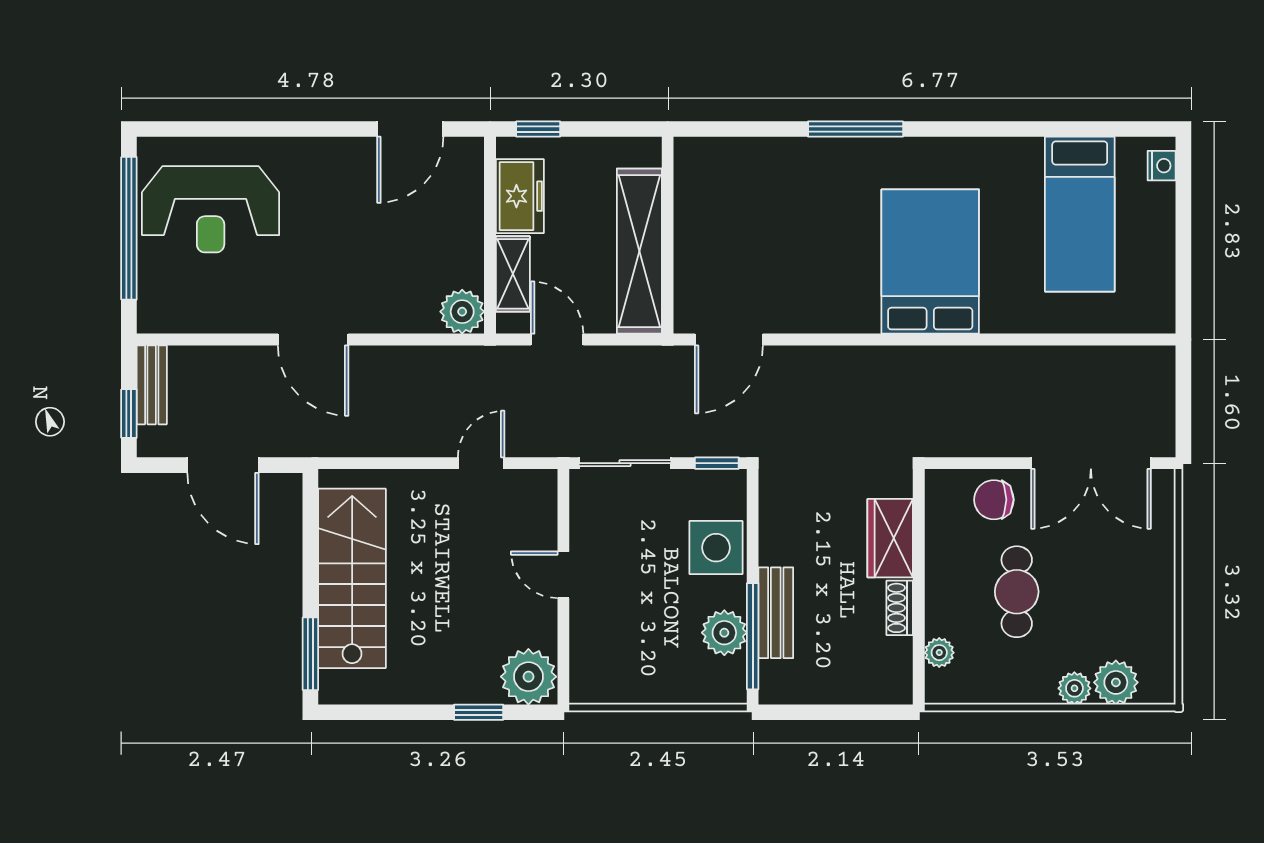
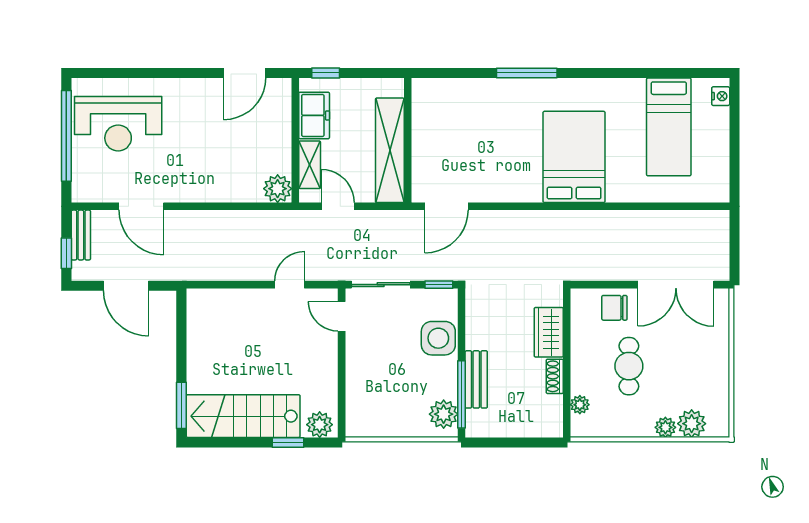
door: (313, 340) -> (141, 206), moved
door: (563, 575) -> (342, 316), moved
stairs: (352, 578) -> (243, 416), moved, turned -90
plant: (724, 633) -> (444, 414), moved
plant: (528, 677) -> (320, 425), width x0.73, depth x0.73

